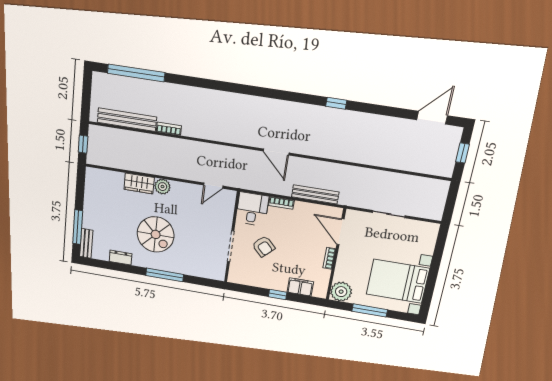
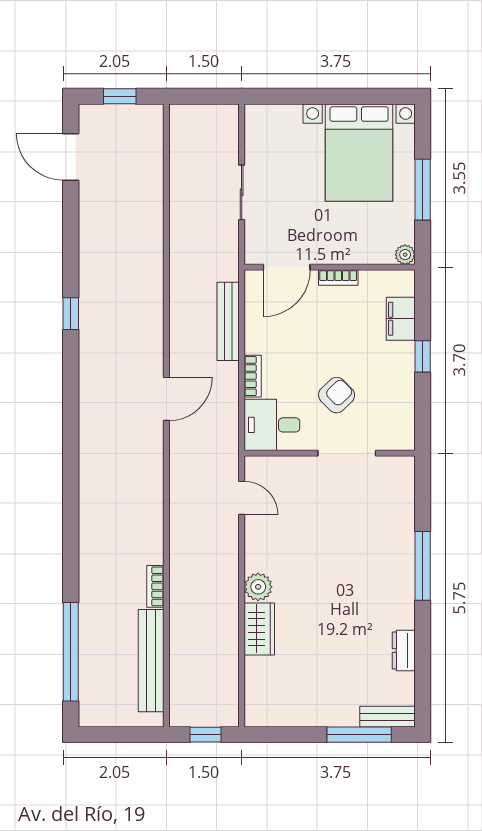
spiral stairs: (156, 234) -> (348, 590), removed
plant: (341, 292) -> (405, 255), width x0.53, depth x0.53

